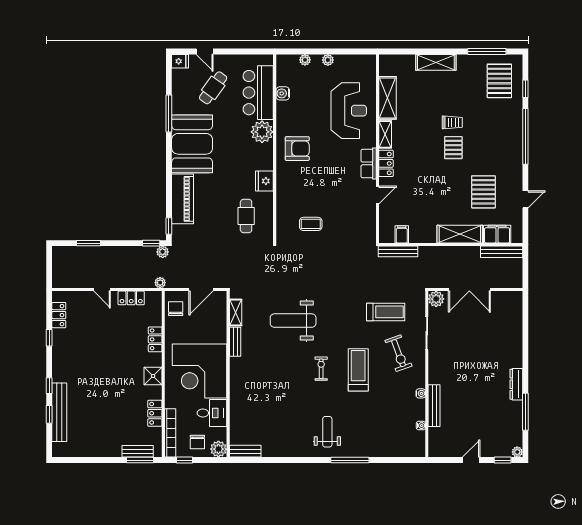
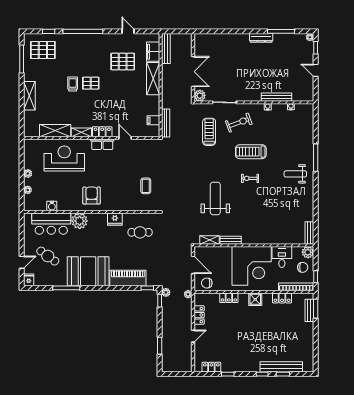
weight bench: (293, 321) -> (215, 199), turned 180

